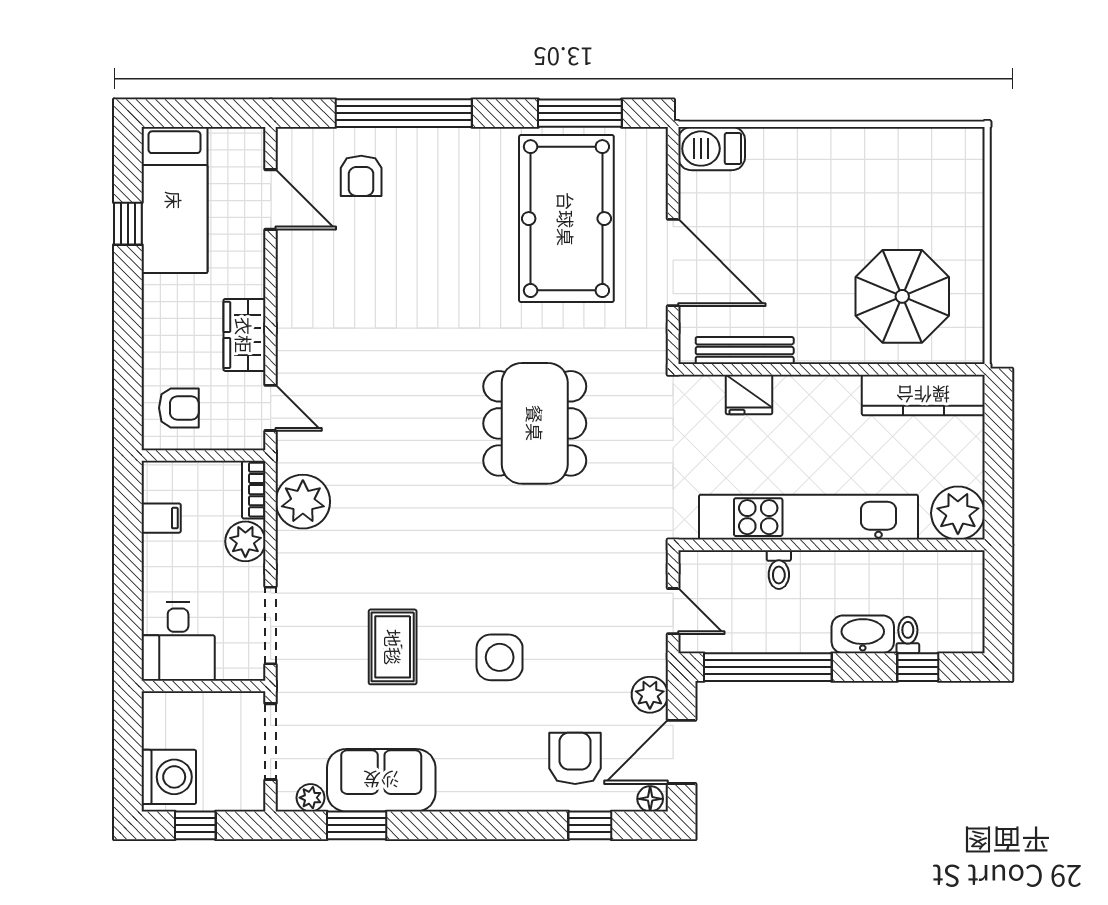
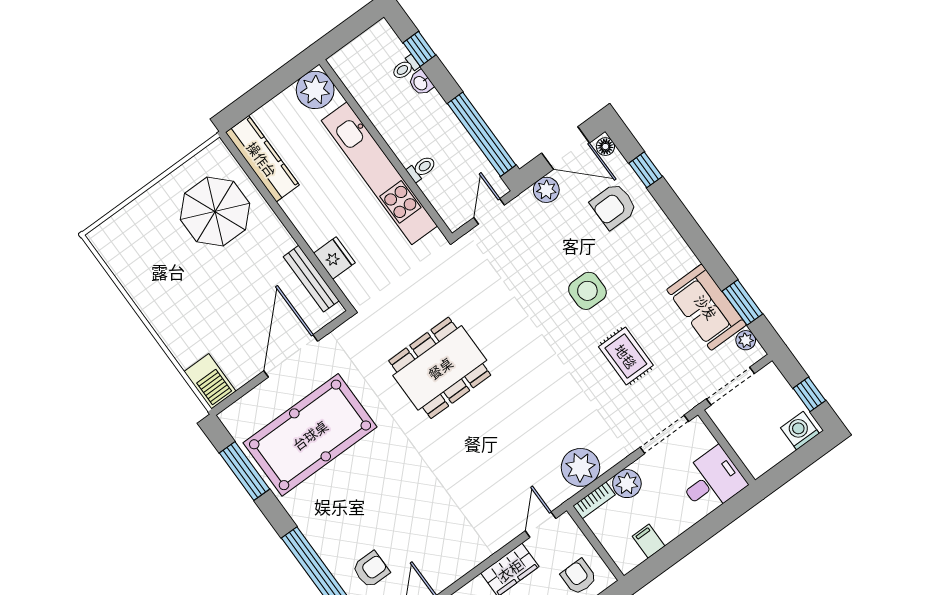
washbasin: (863, 634) -> (421, 83), width x0.52, depth x0.69
rug: (393, 647) -> (626, 356), turned 90
washing machine: (169, 777) -> (800, 431), width x0.73, depth x0.73

